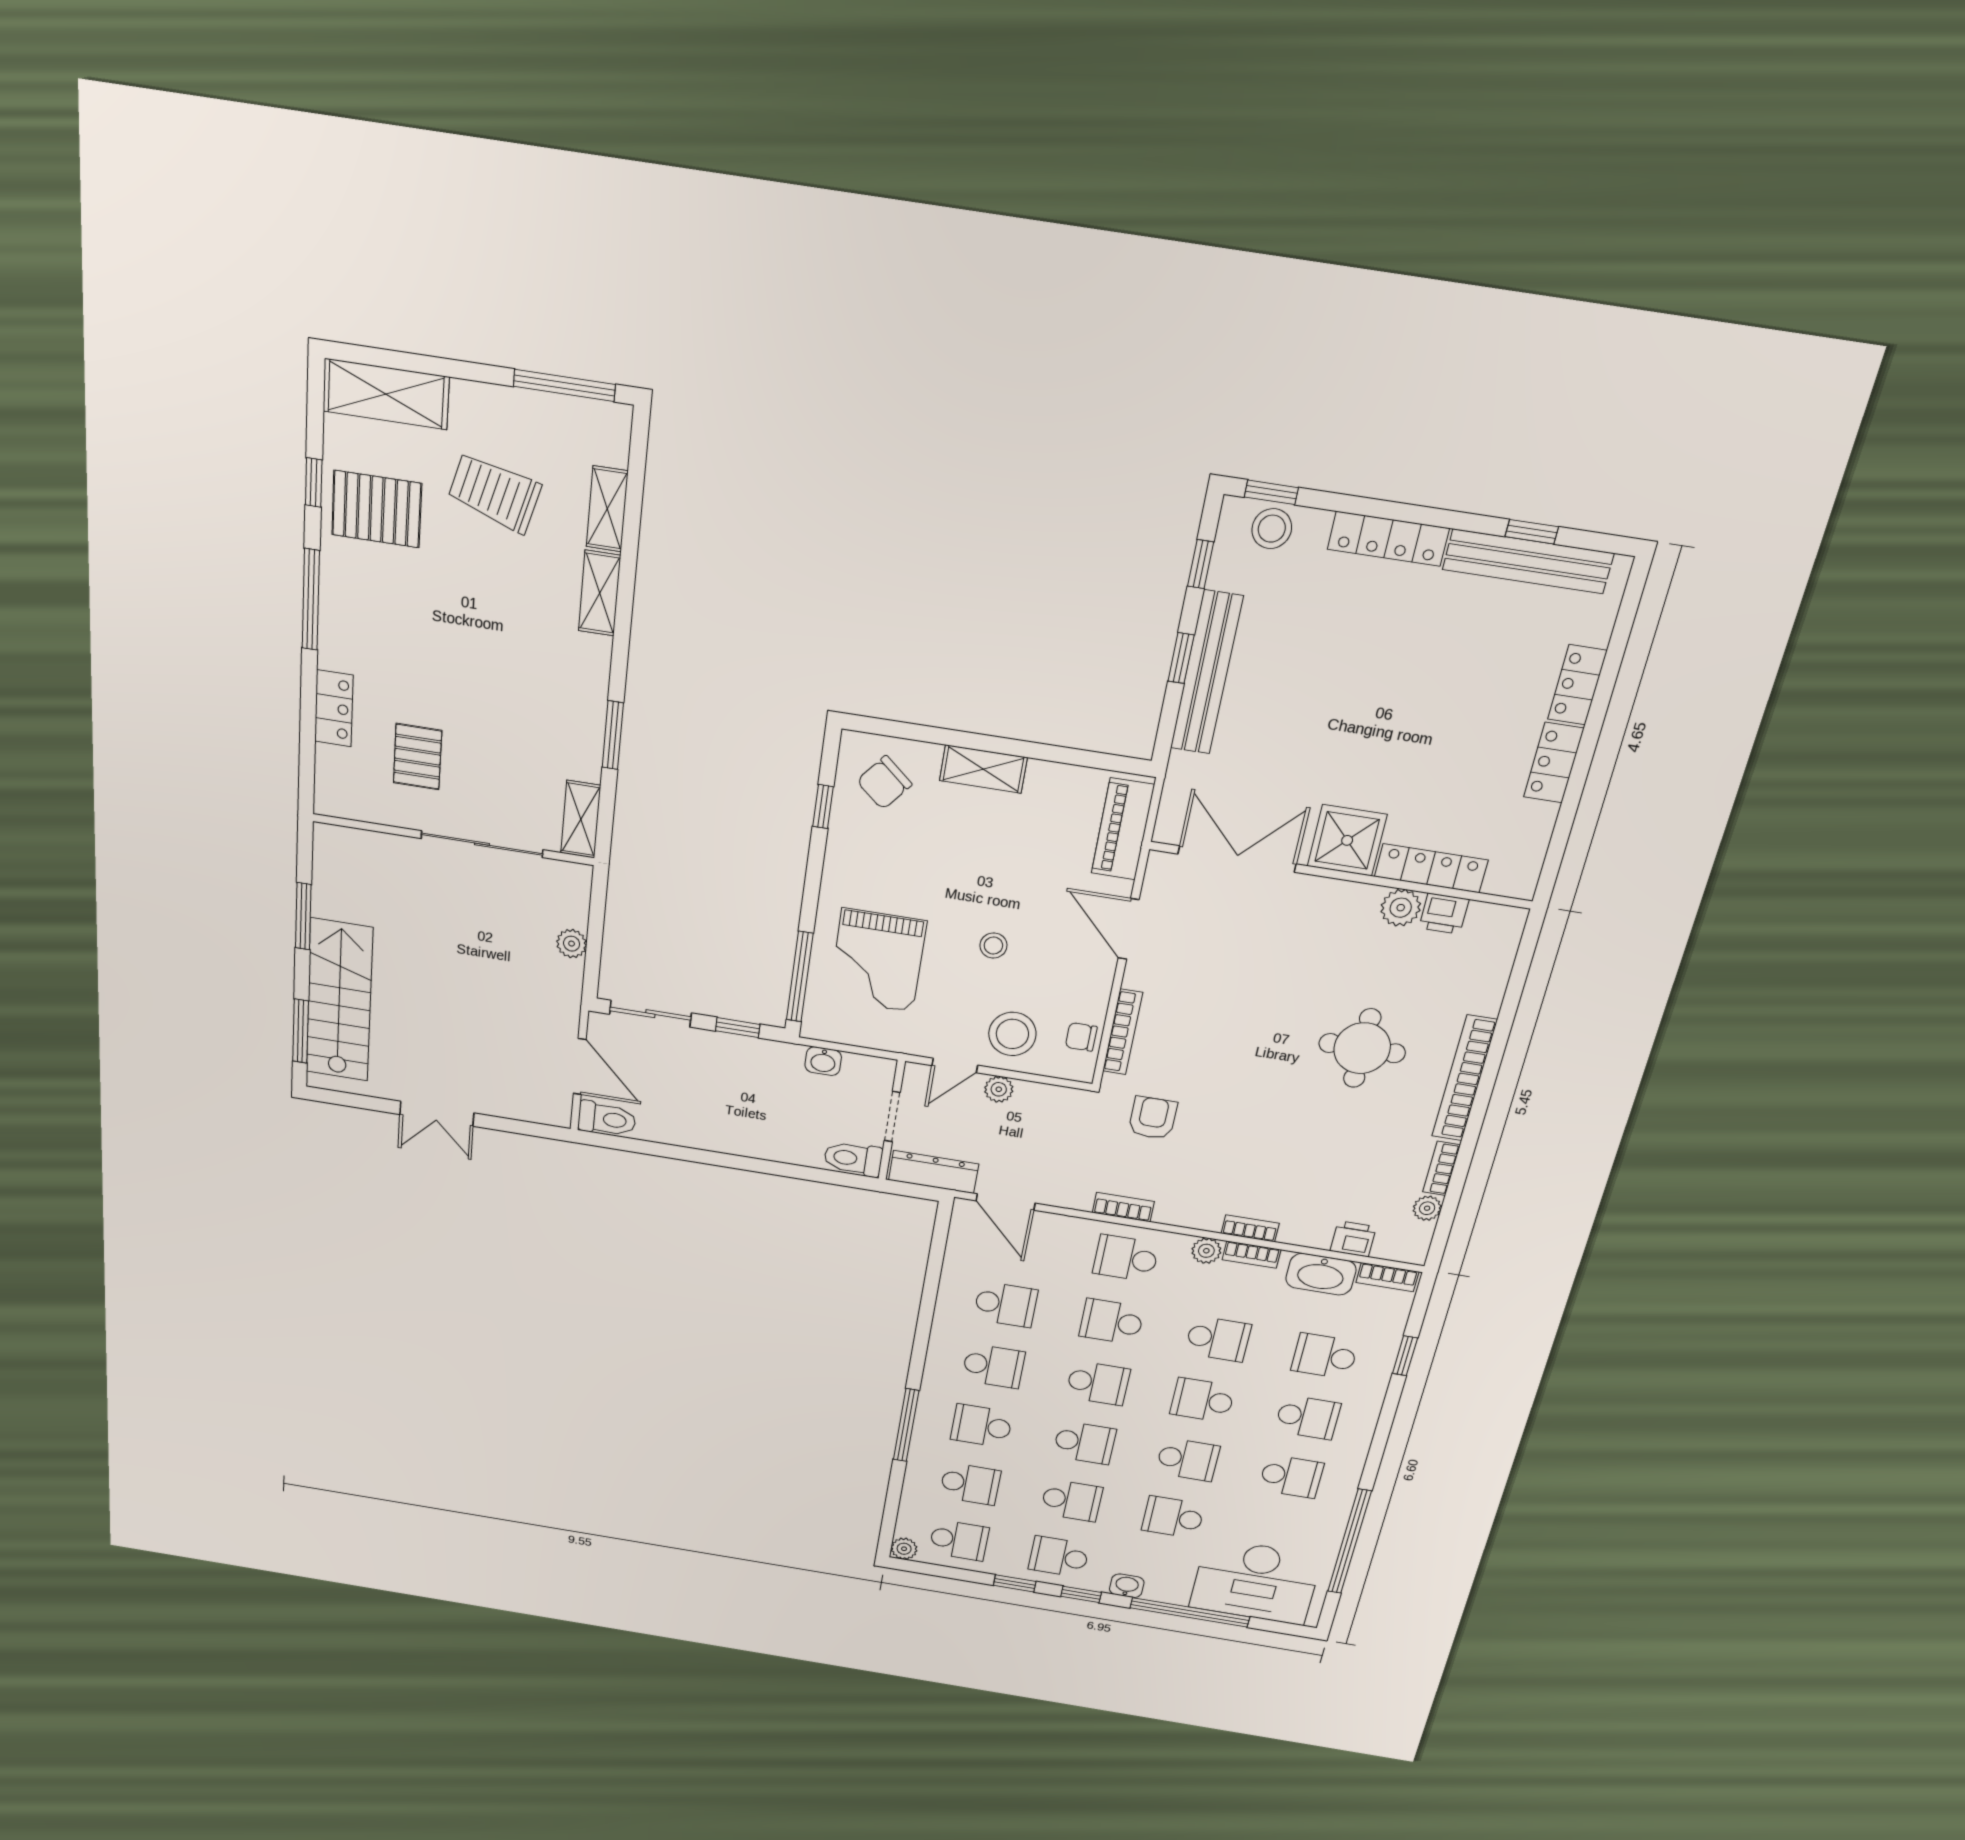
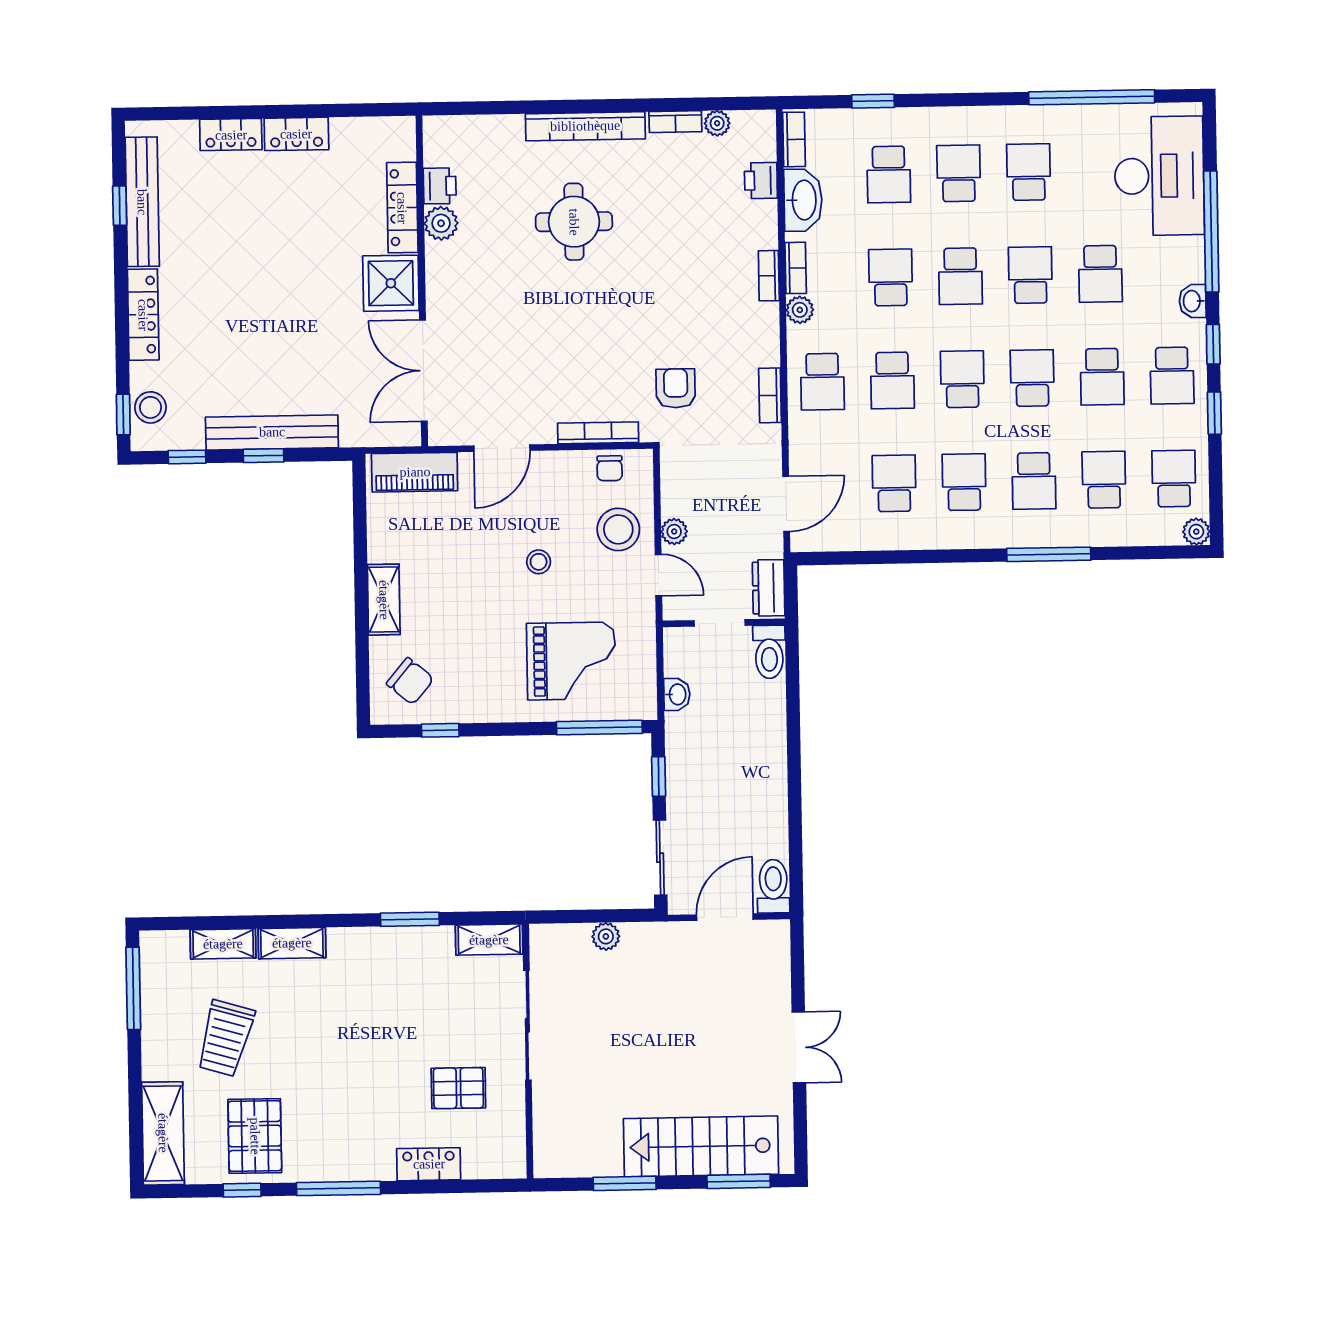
armchair: (1153, 1118) -> (676, 388), turned 90
dresser: (934, 1172) -> (769, 588), width x0.70
school desk: (1072, 1501) -> (1102, 377), turned 180

